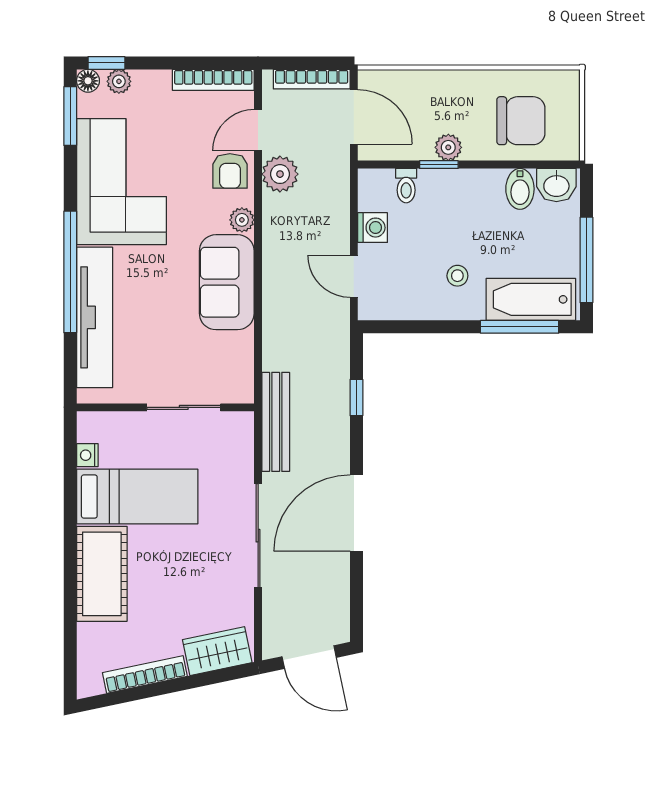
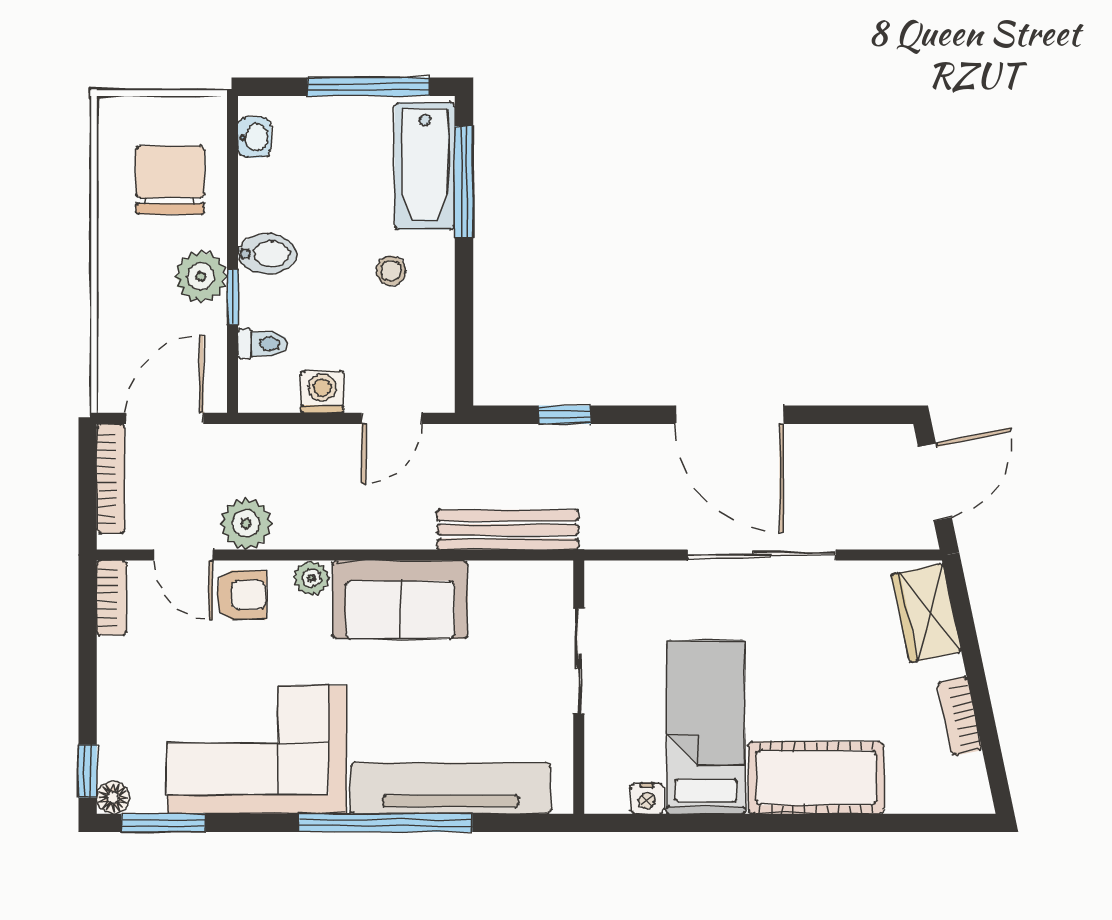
bookcase: (213, 80) -> (112, 598), width x0.64
plant: (119, 81) -> (114, 753), removed
plant: (448, 147) -> (201, 277), width x1.38, depth x1.38
washbasin: (556, 185) -> (254, 137), width x0.72, depth x0.69
bidet: (520, 189) -> (267, 254), moved
bench: (276, 422) -> (508, 530), moved
bookcase: (145, 674) -> (960, 716), width x0.64

